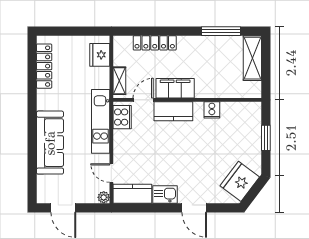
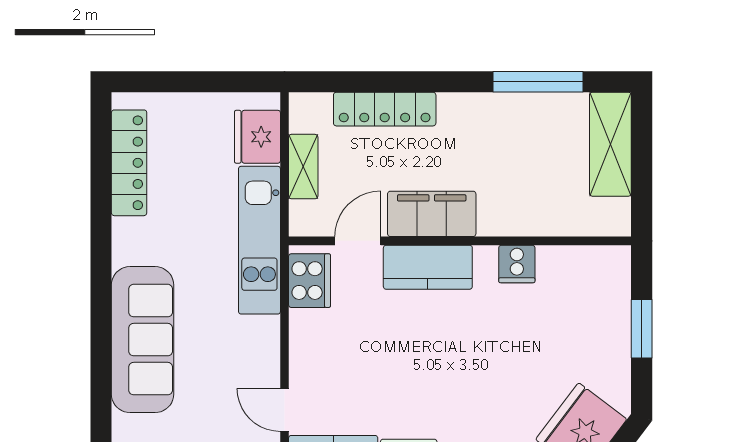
shelving: (119, 81) -> (303, 167), moved
kitchen unit: (101, 121) -> (259, 240), moved

